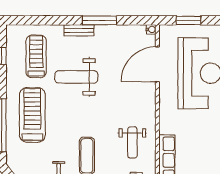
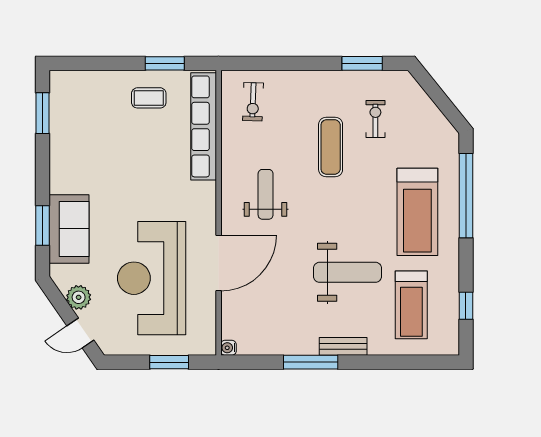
door: (157, 64) -> (219, 263), moved
weight bench: (132, 142) -> (266, 194), moved

